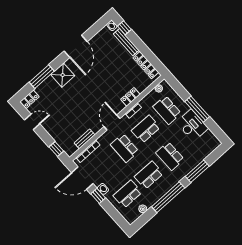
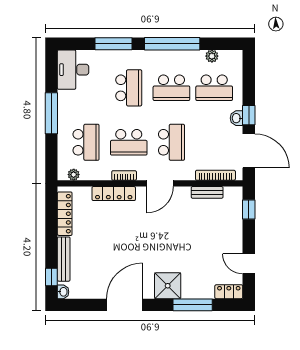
locker: (130, 97) -> (114, 194), width x1.53
desk: (192, 125) -> (73, 70), moved

